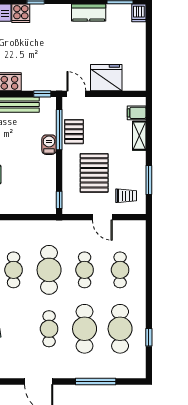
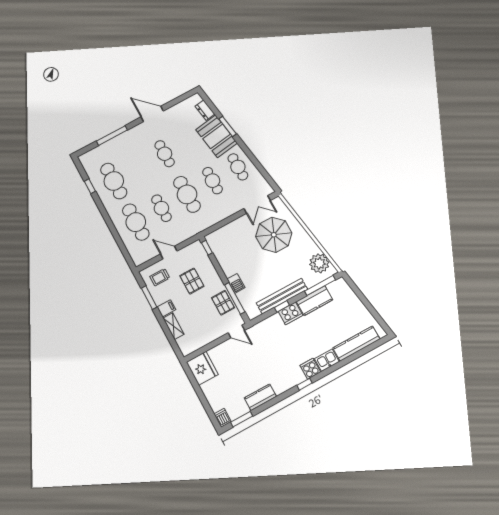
fridge: (106, 78) -> (202, 368), moved, turned -90
window: (42, 94) -> (282, 306), moved
filing cabinet: (137, 113) -> (166, 308), moved
pallet: (94, 173) -> (192, 281), width x0.67, depth x0.71
cafe table: (120, 270) -> (136, 222), width x1.37, depth x1.35
cafe table: (85, 329) -> (139, 167), removed

